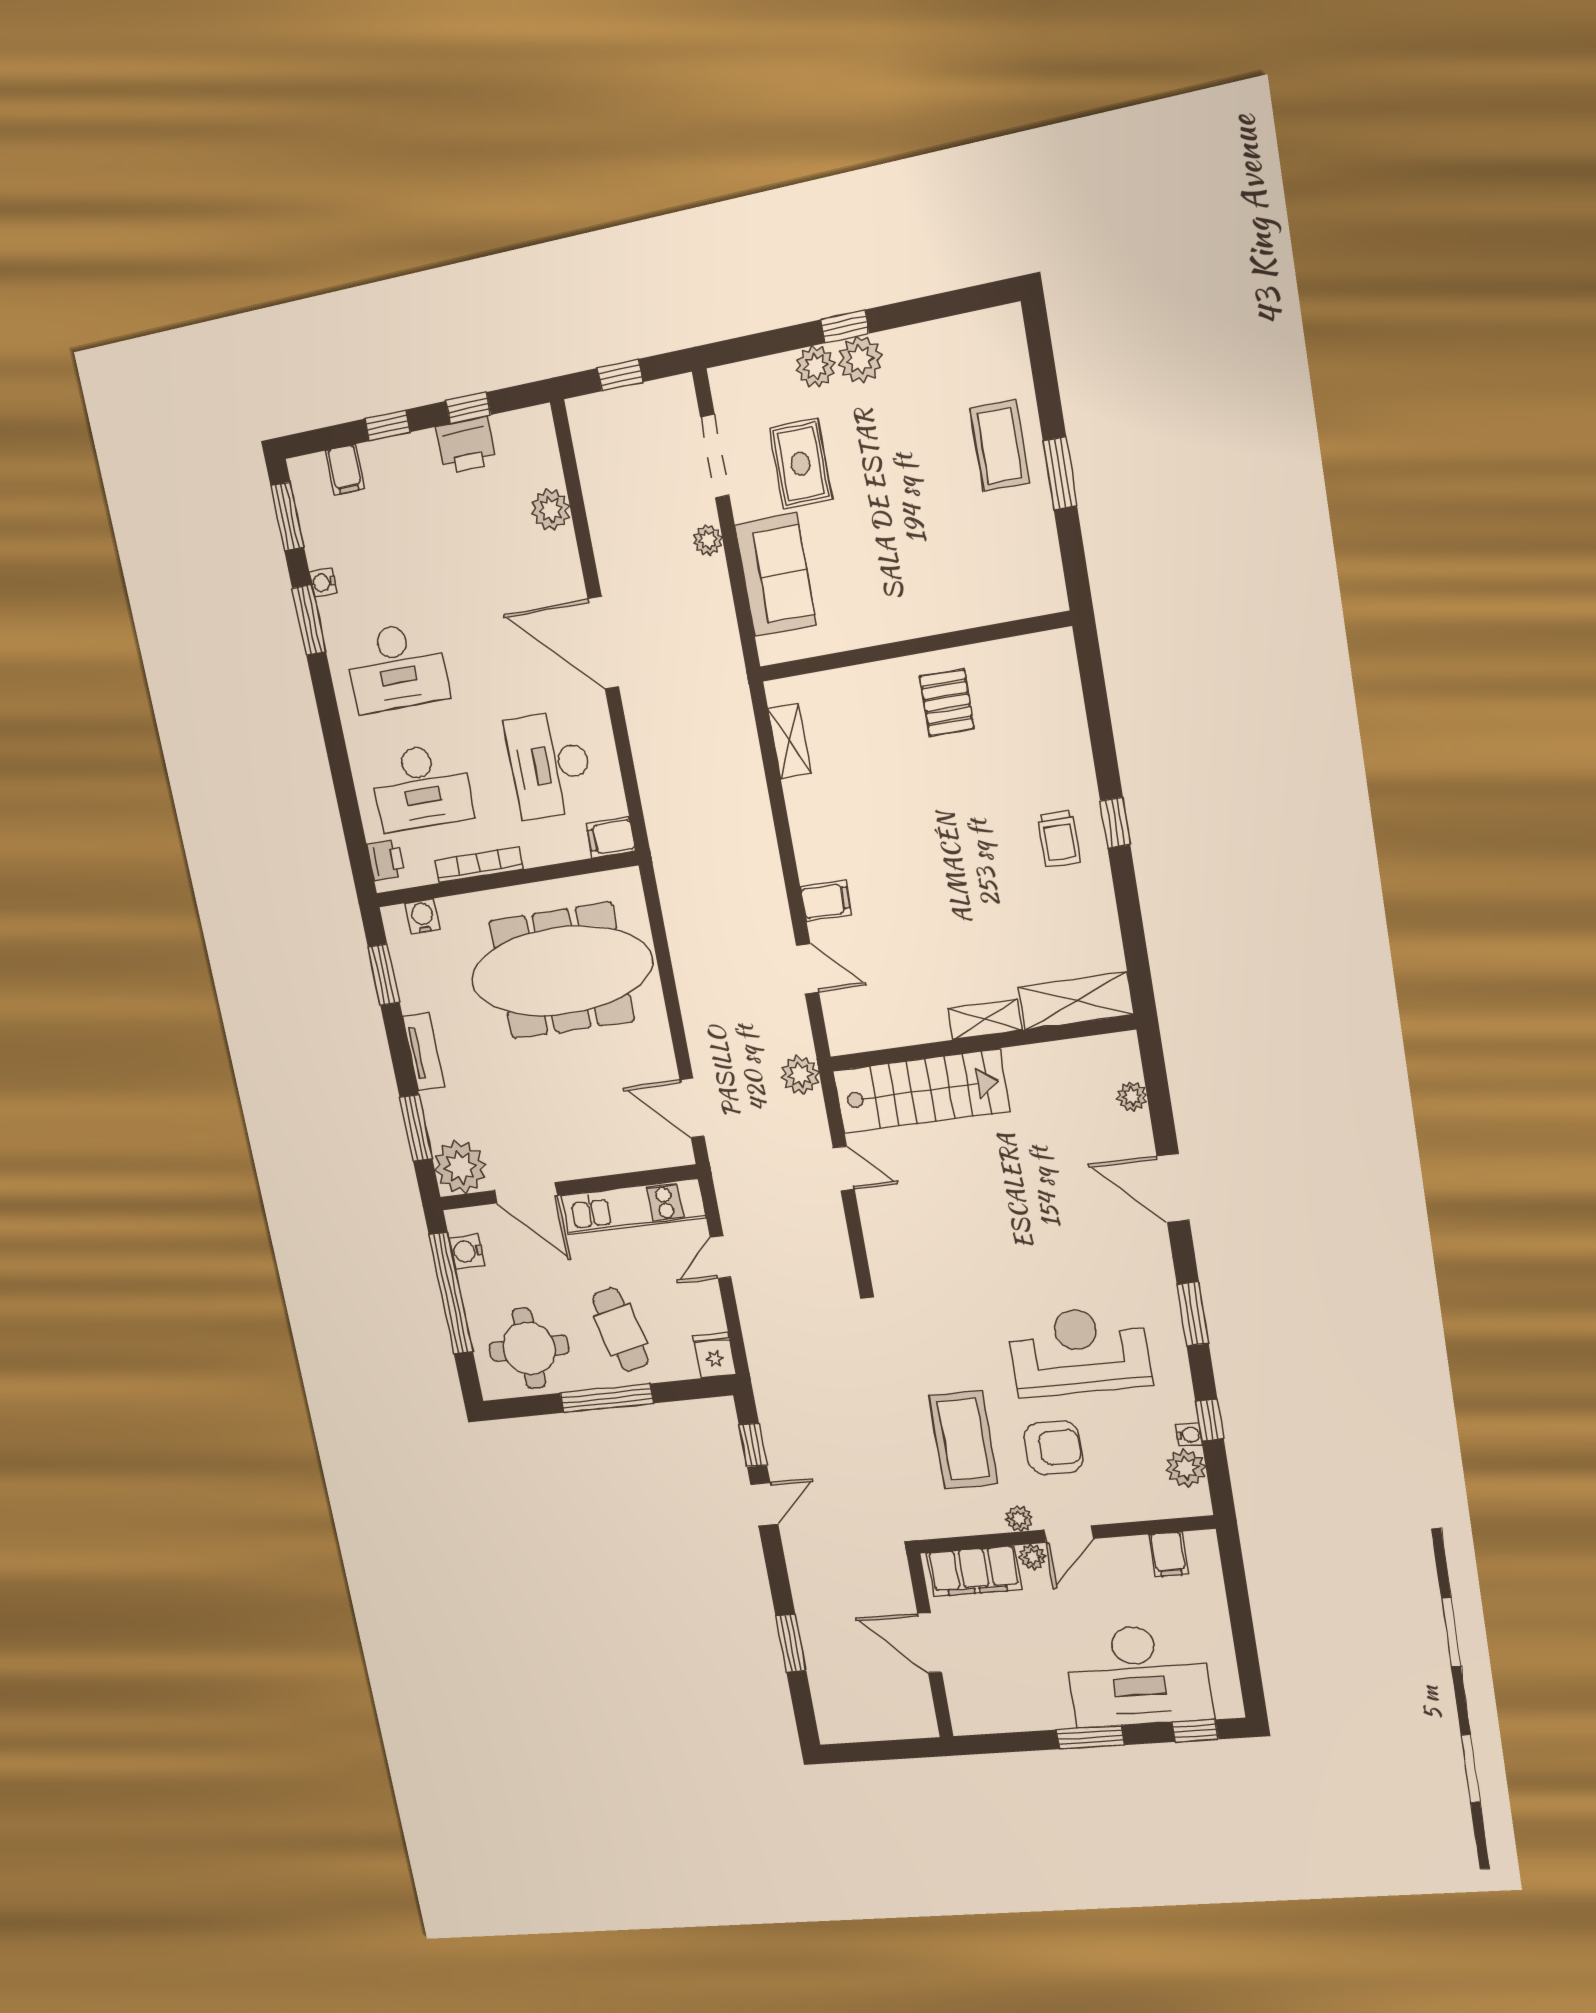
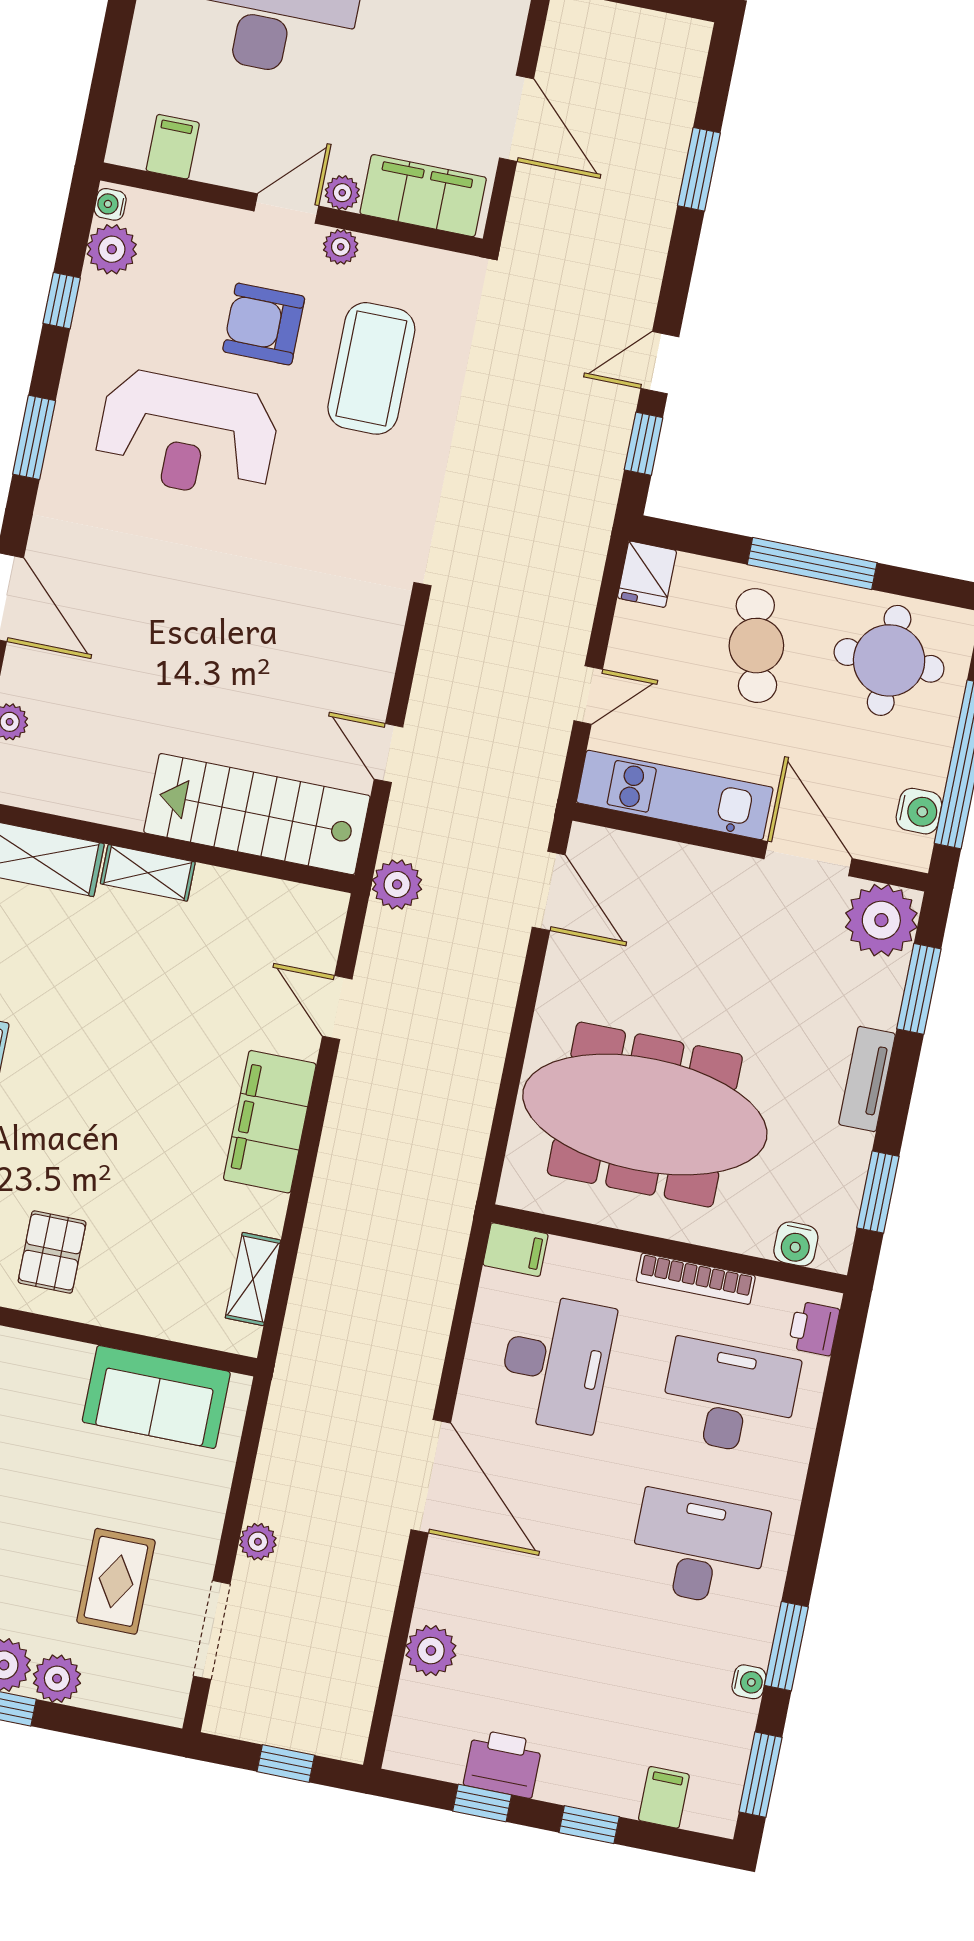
sofa: (776, 575) -> (156, 1397), moved, turned -90
filing cabinet: (826, 901) -> (270, 1122), width x3.00, depth x1.17
water cooler: (1189, 1435) -> (110, 204), moved

